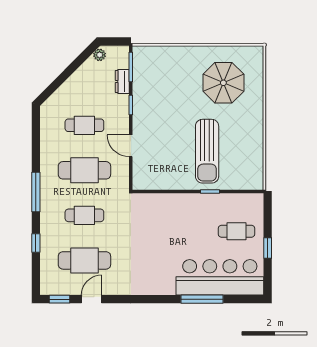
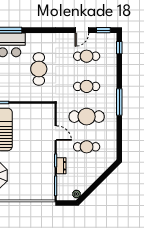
dresser: (122, 82) -> (61, 166), moved
cafe table: (156, 241) -> (39, 69), added
window: (36, 243) -> (119, 48), moved
cafe table: (84, 260) -> (87, 56), width x0.73, depth x0.74

